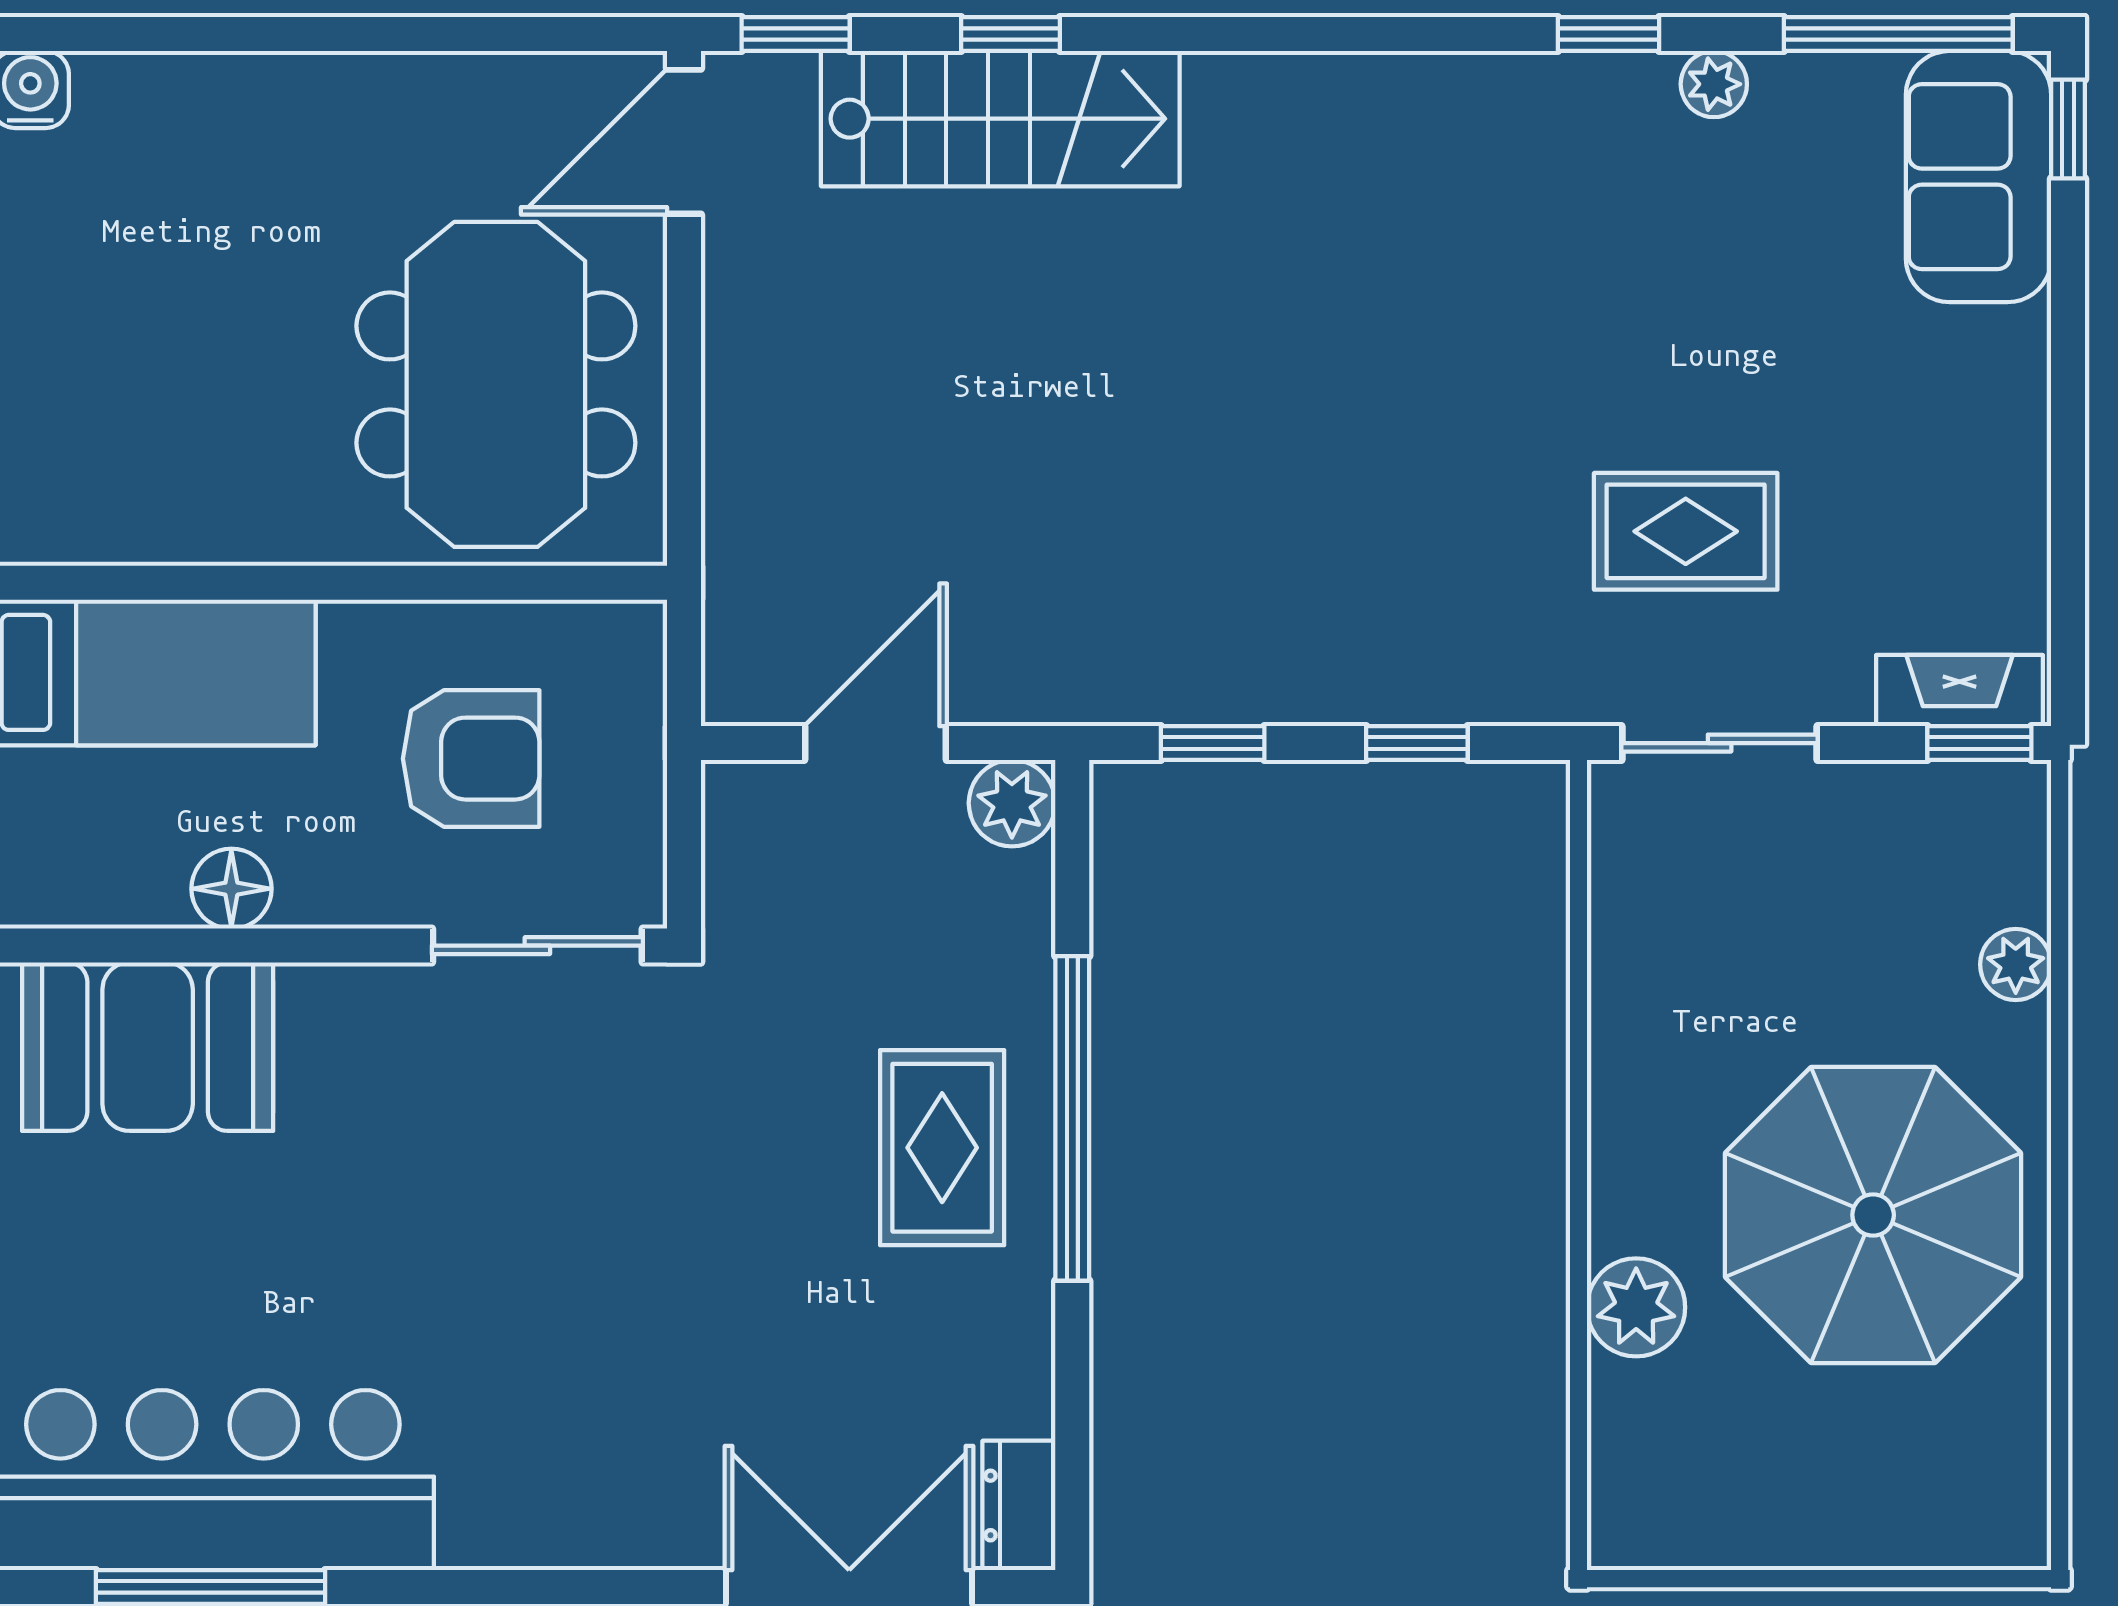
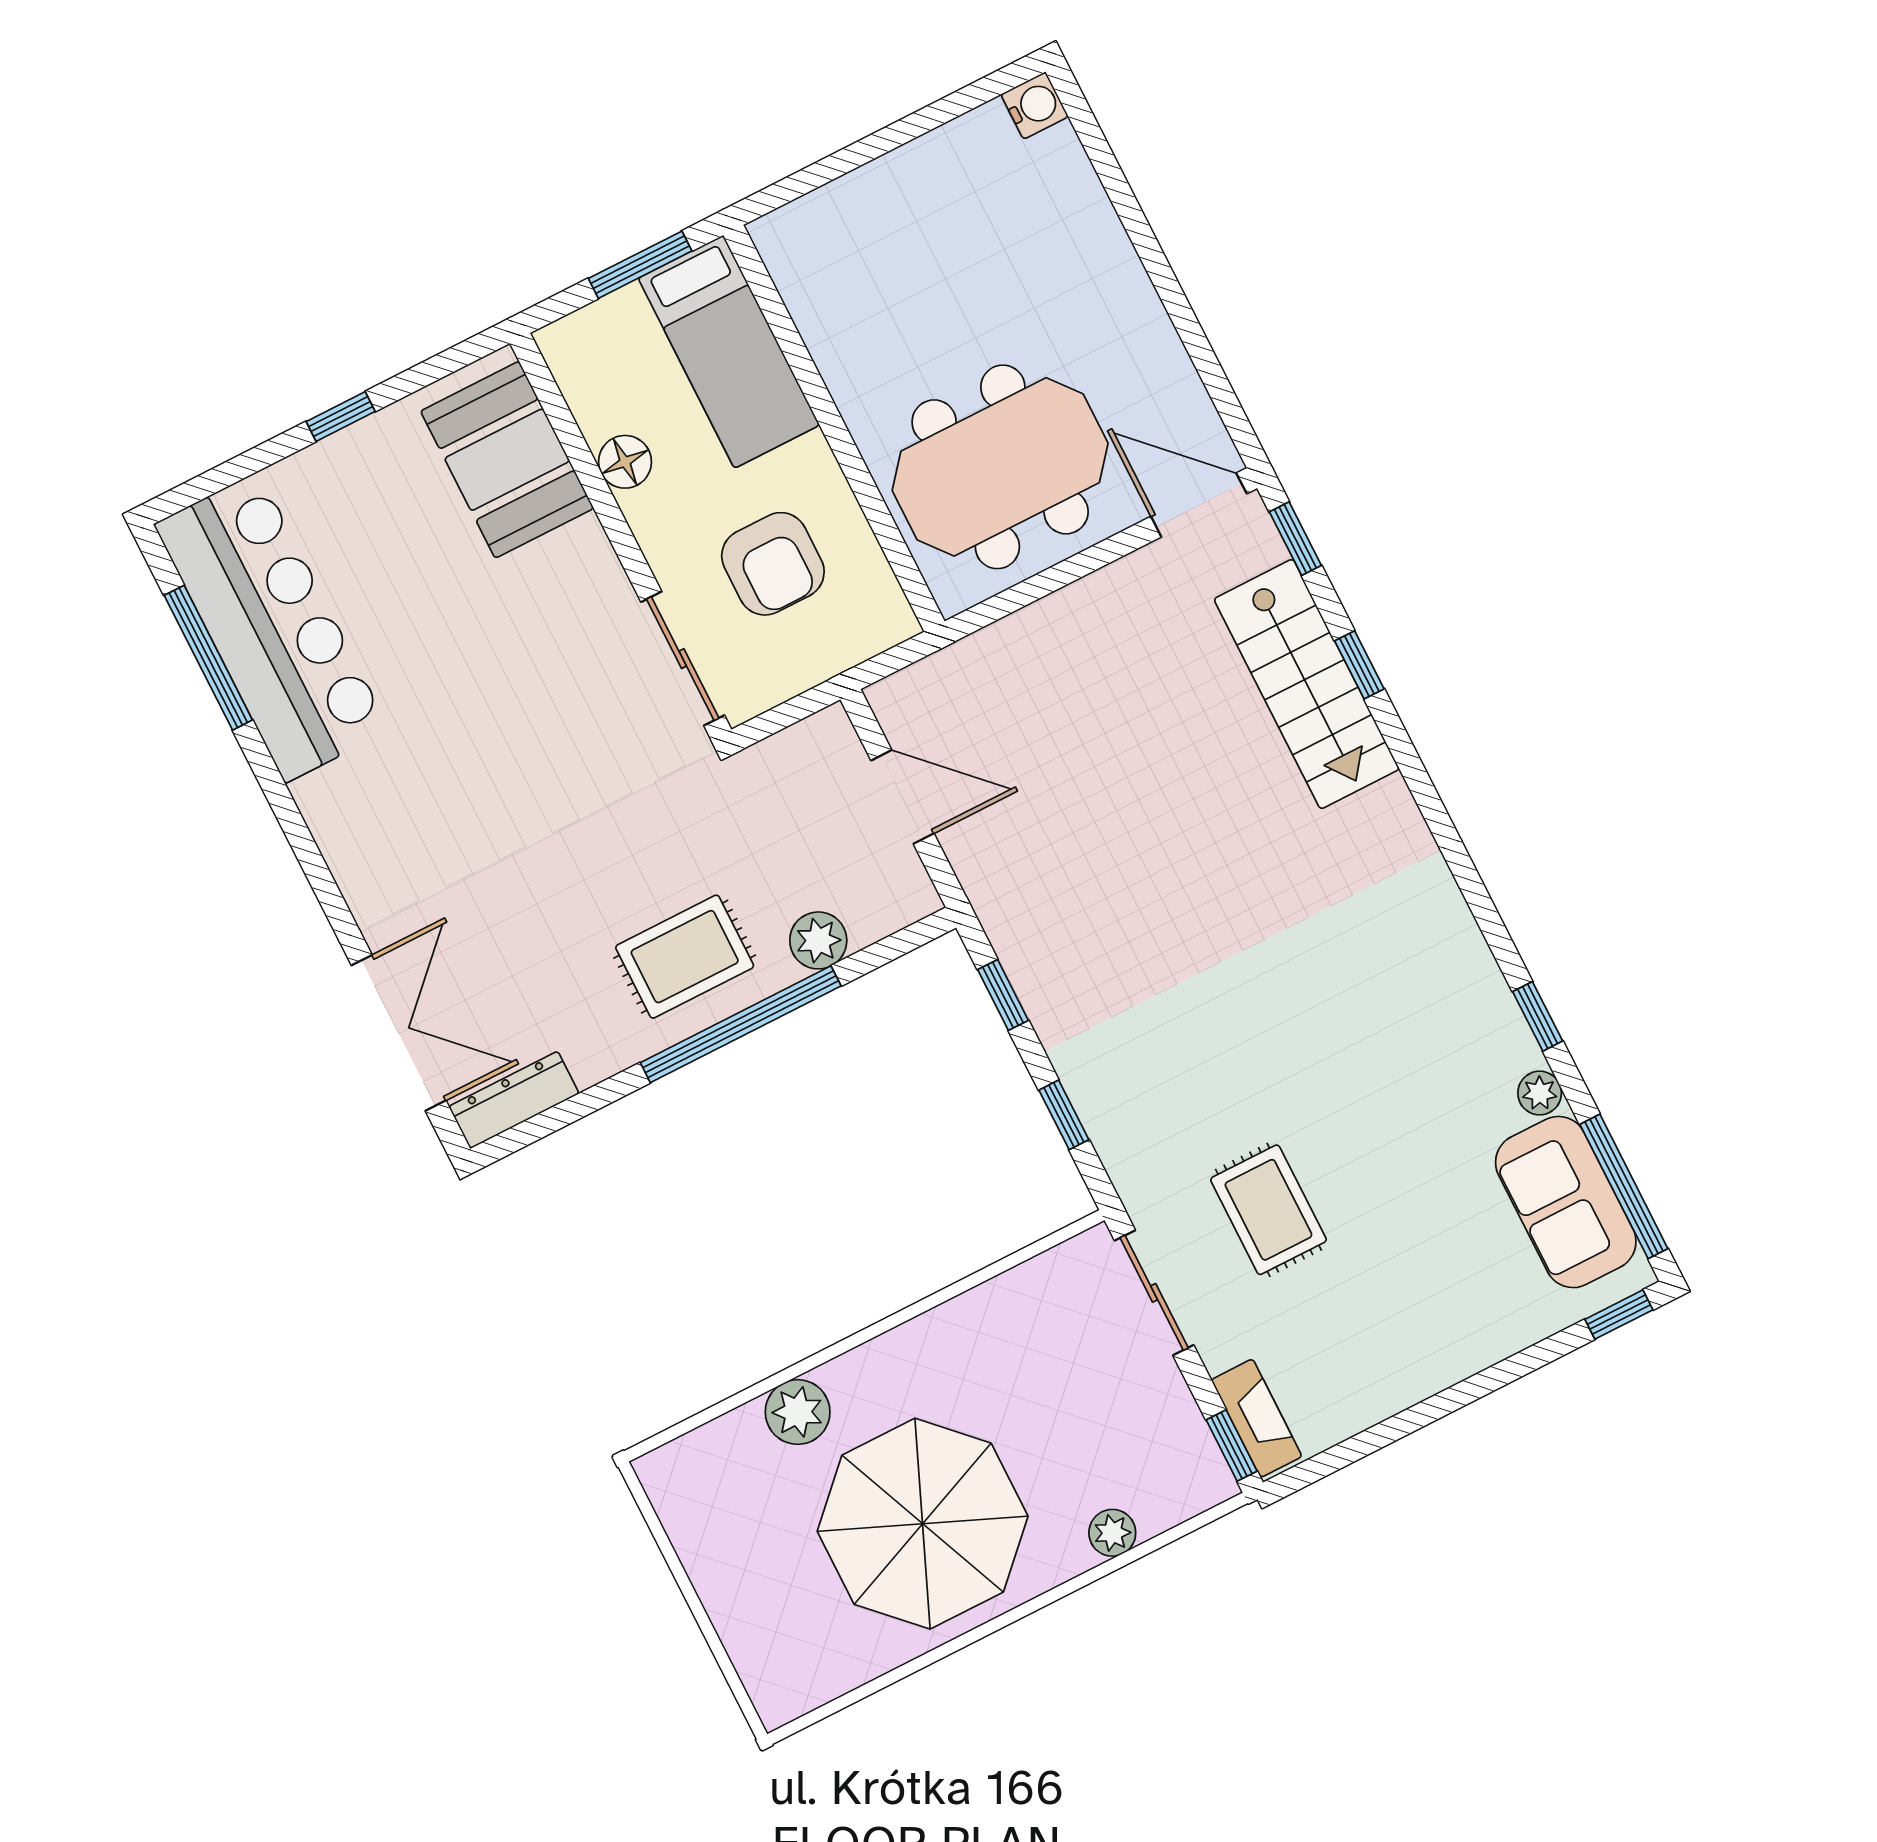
sofa: (1979, 177) -> (1566, 1202), moved, turned -90
plant: (1012, 803) -> (818, 940), moved
dresser: (1019, 1505) -> (514, 1100), width x1.44

